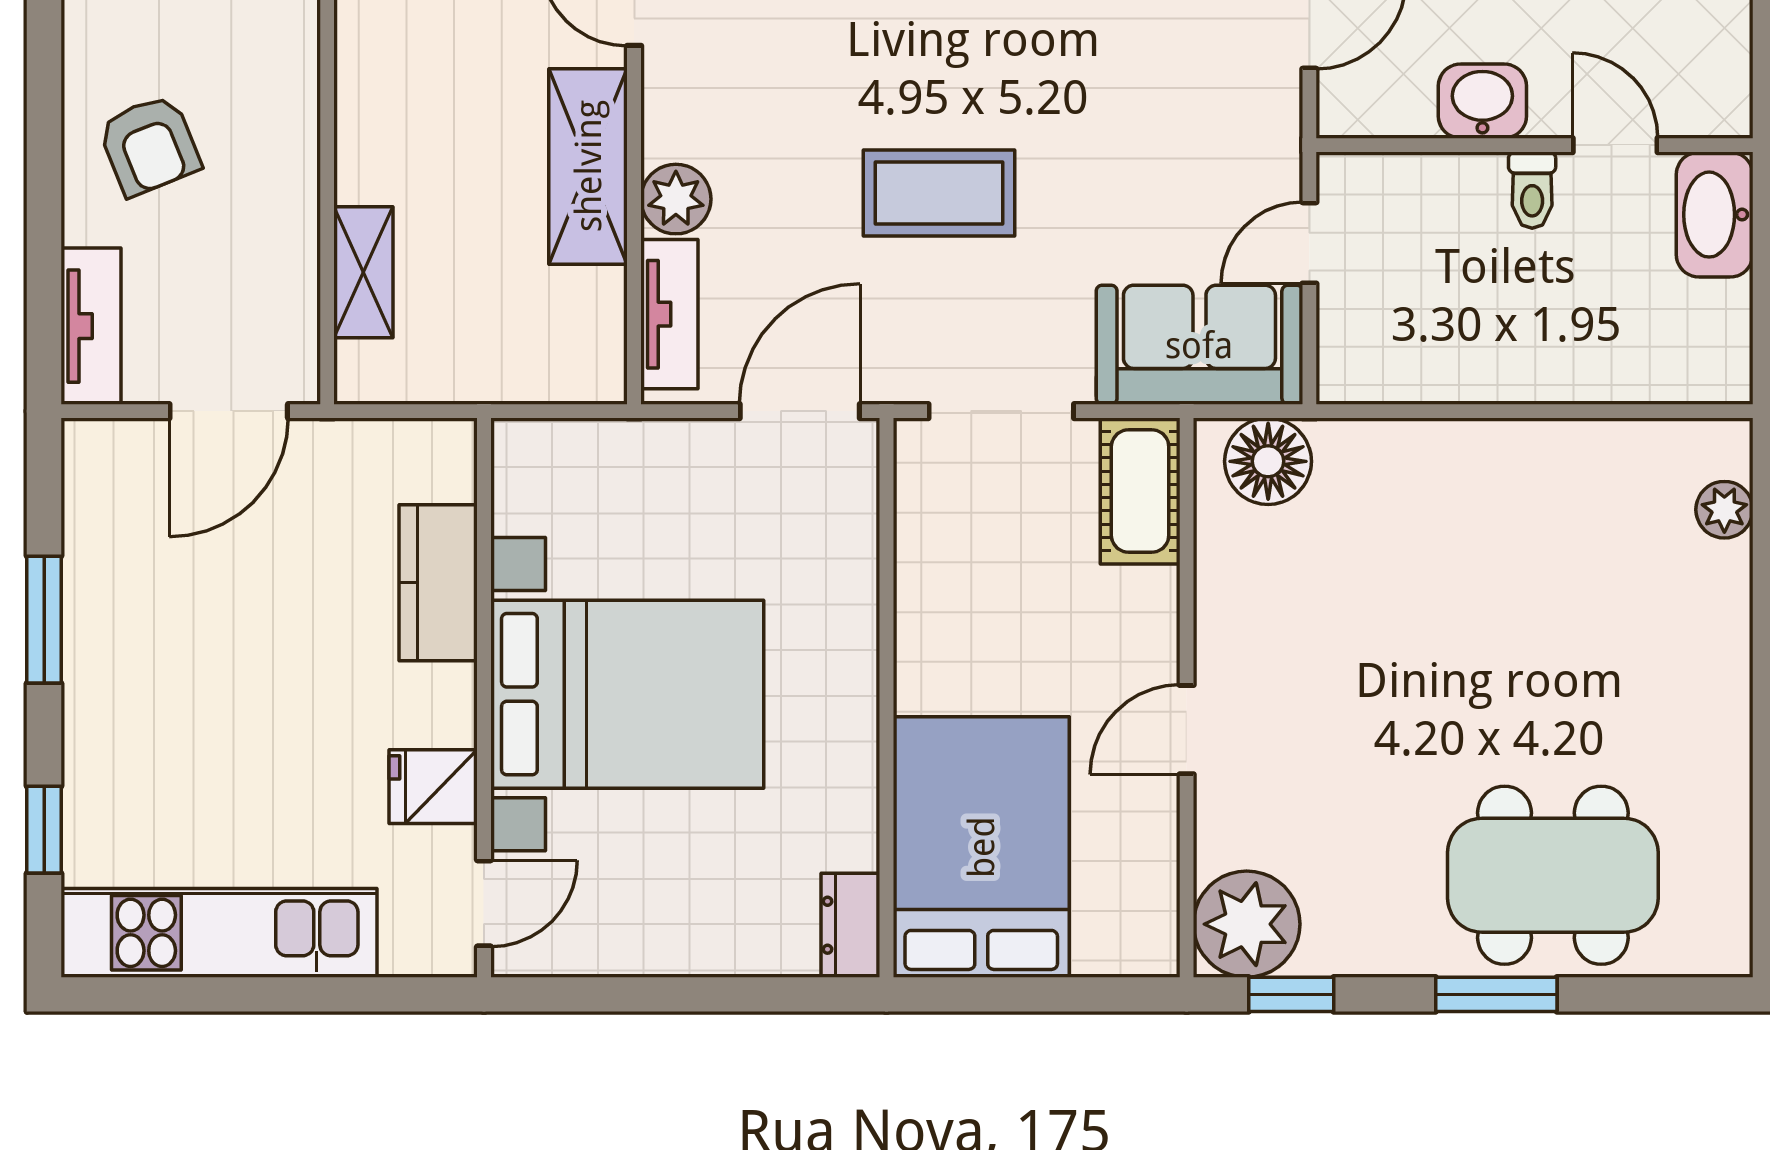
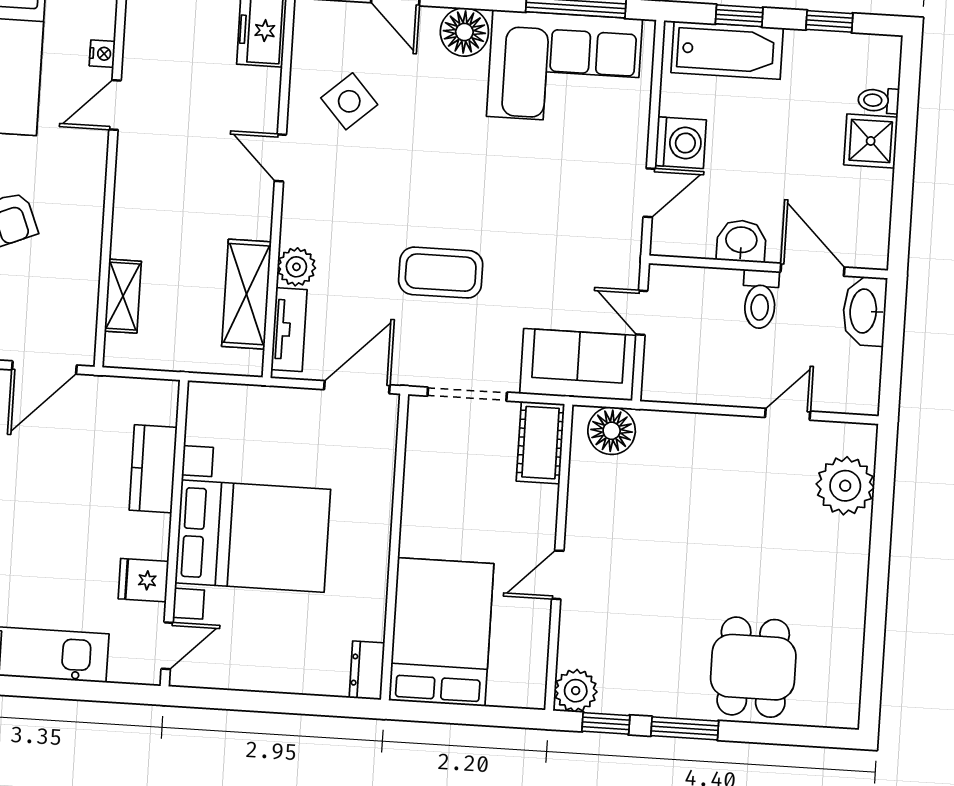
door: (1615, 145) -> (812, 270), width x1.38
shelving: (588, 166) -> (246, 294), moved
toilet: (1532, 190) -> (760, 299), width x1.37, depth x1.39
door: (1309, 243) -> (642, 313), hinge flipped
door: (1587, 411) -> (788, 414), added
plant: (1724, 510) -> (845, 486), width x1.88, depth x1.88
dining table: (1553, 875) -> (753, 667), width x0.73
plant: (1247, 924) -> (576, 691), width x0.73, depth x0.73
window: (1496, 994) -> (685, 728), moved

